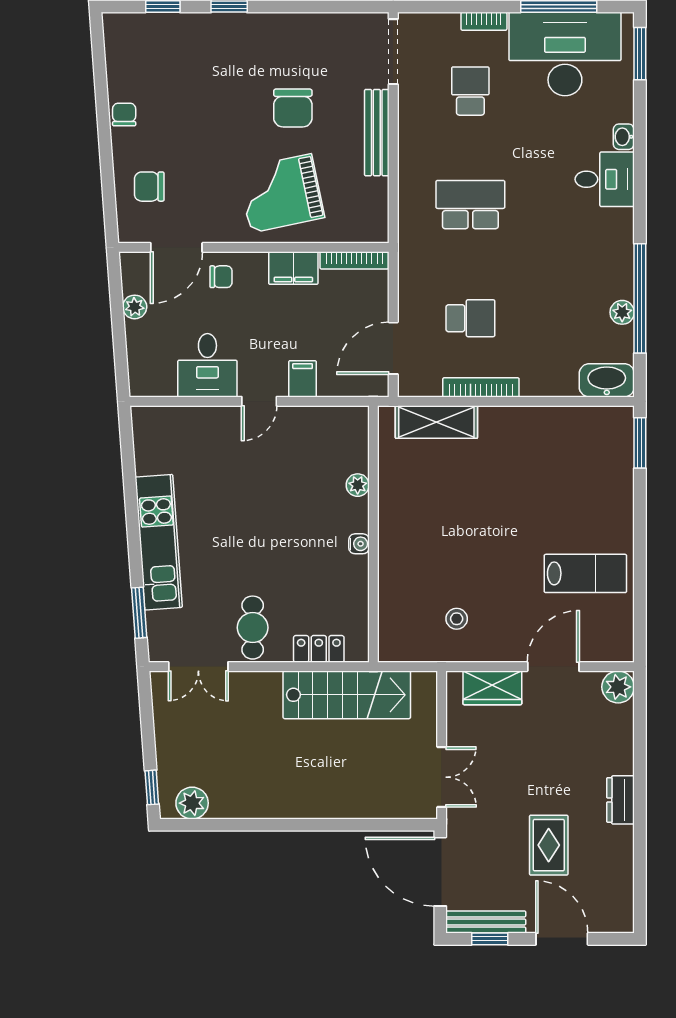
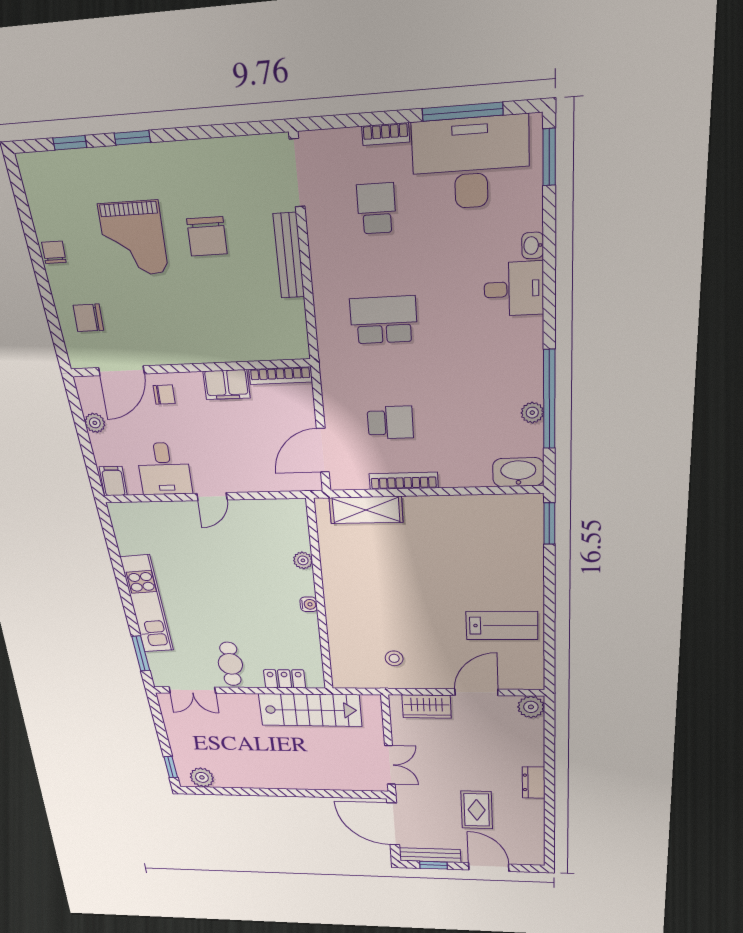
grand piano: (281, 193) -> (133, 239), moved, turned -78
filing cabinet: (303, 379) -> (113, 481), moved

